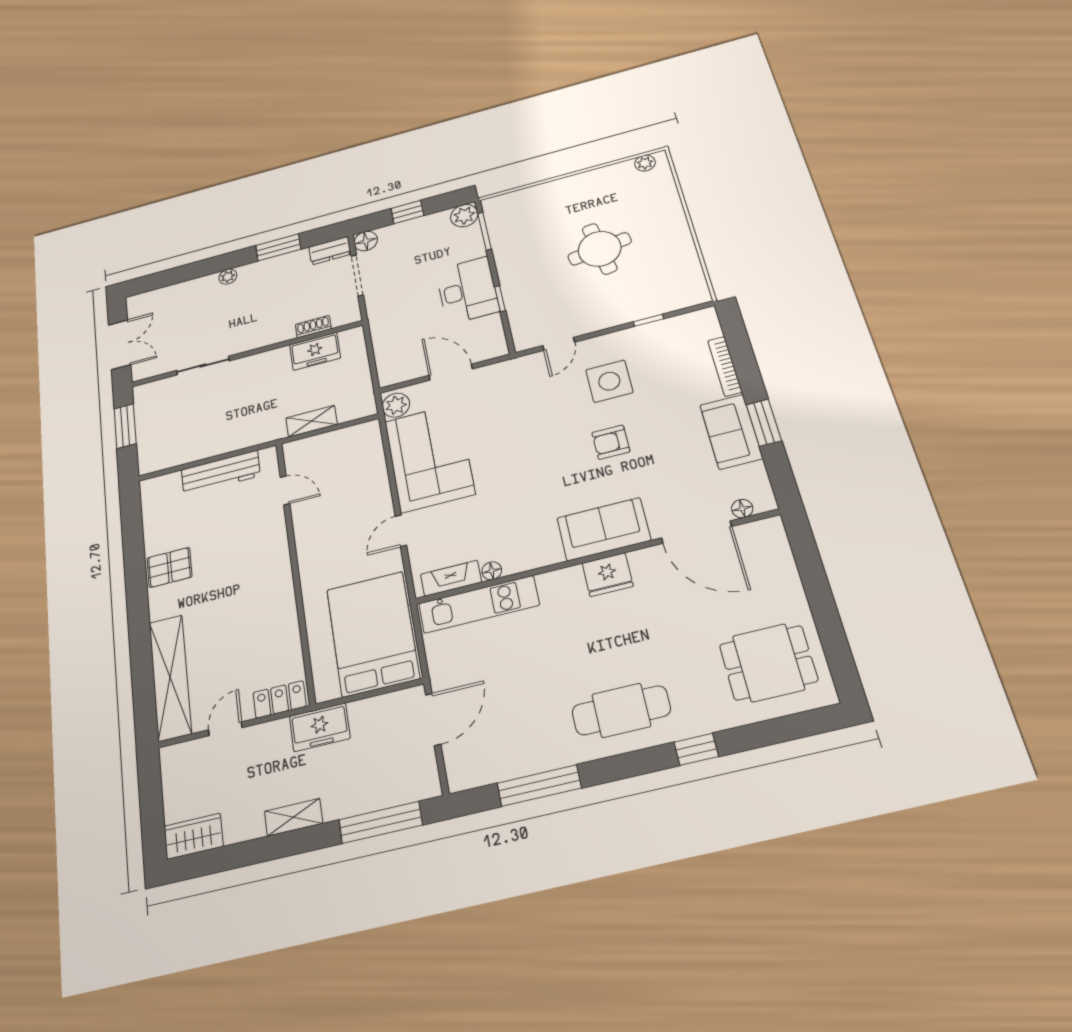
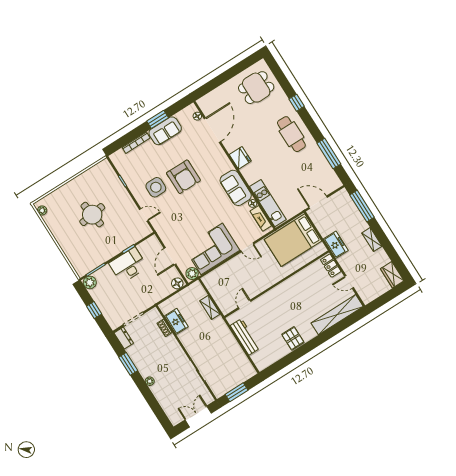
floor lamp: (366, 241) -> (177, 283), moved
armchair: (611, 442) -> (183, 177), width x1.88, depth x1.88
sofa: (604, 529) -> (236, 188), moved
dining table: (768, 663) -> (256, 88), turned 90

